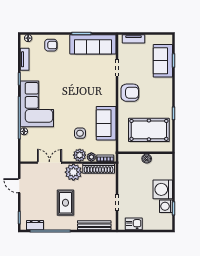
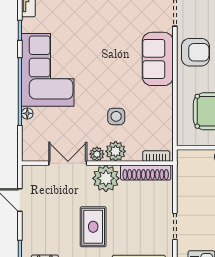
sofa: (106, 123) -> (158, 59), moved
plant: (91, 157) -> (97, 154), moved

